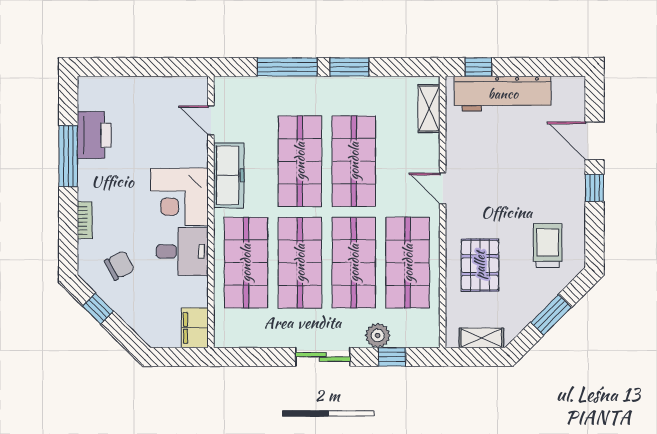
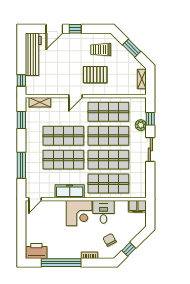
window: (349, 67) -> (21, 120), moved
workbench: (503, 94) -> (33, 54), moved
door: (211, 120) -> (35, 199), moved
printer: (94, 135) -> (36, 251), moved
window: (68, 156) -> (61, 263), width x1.46
pallet: (480, 265) -> (95, 75), moved

